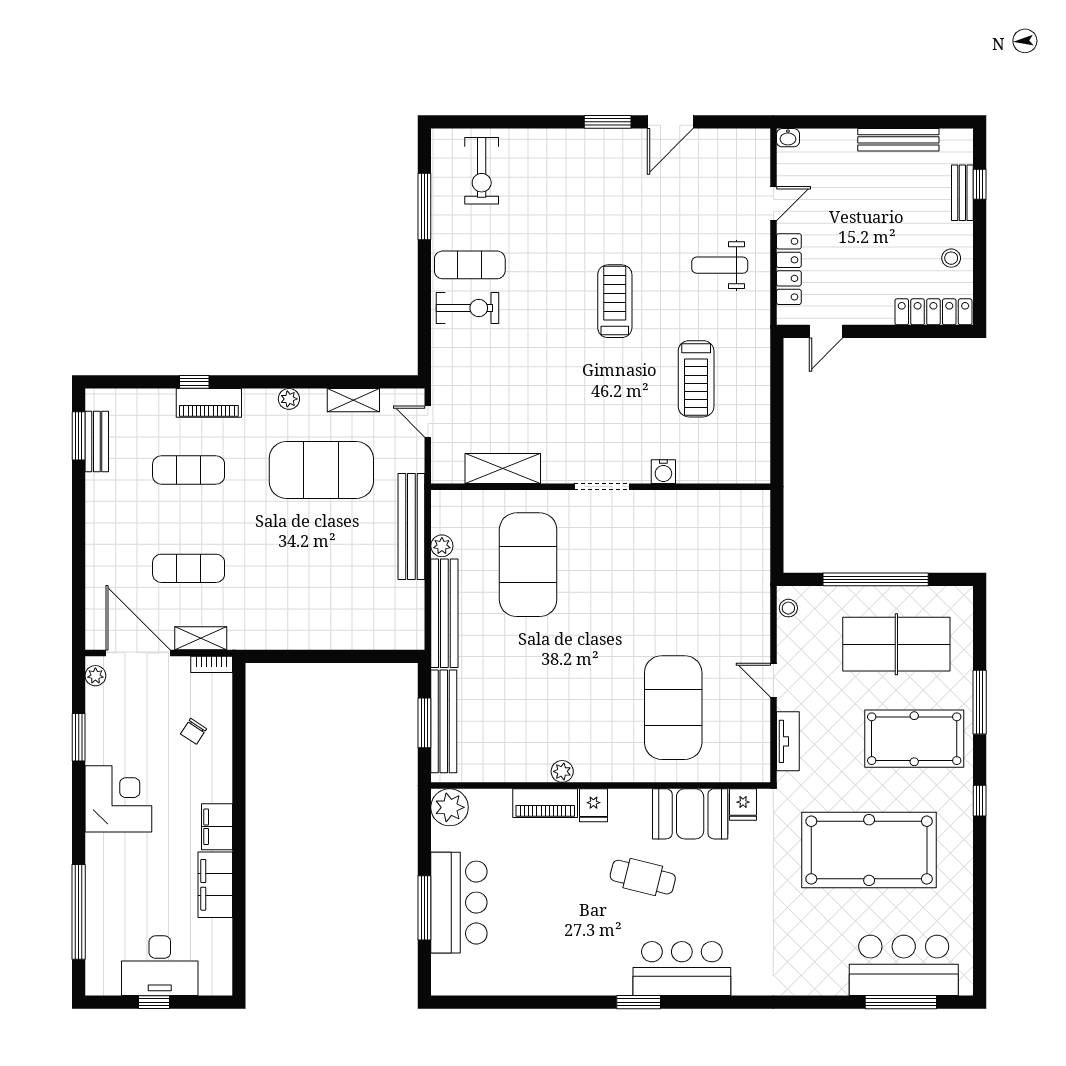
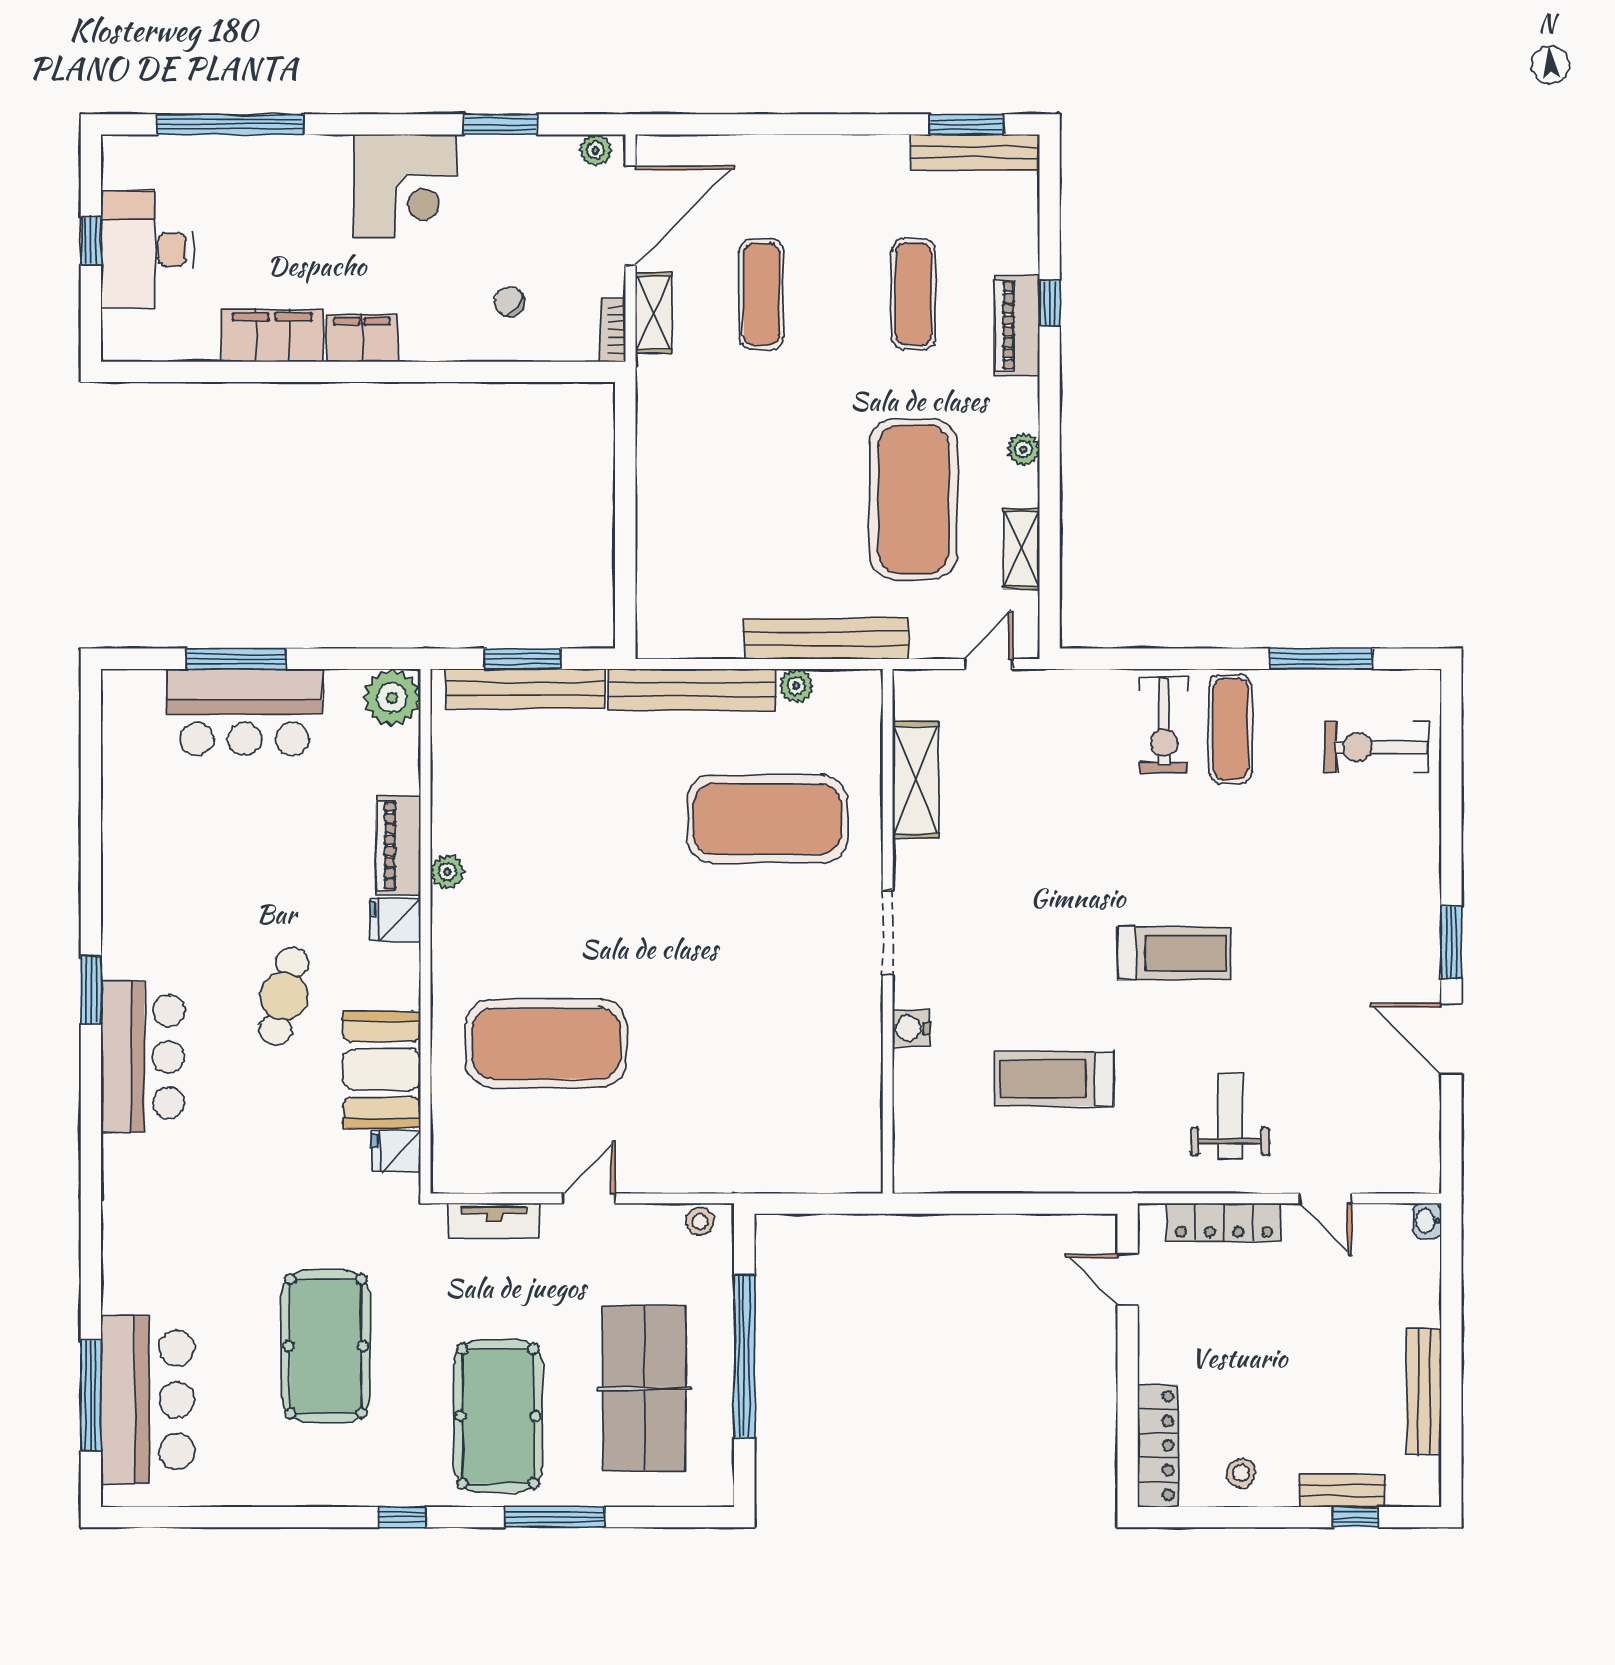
bench: (97, 442) -> (974, 152), width x1.36
pool table: (869, 850) -> (326, 1346), width x0.73, depth x0.76

